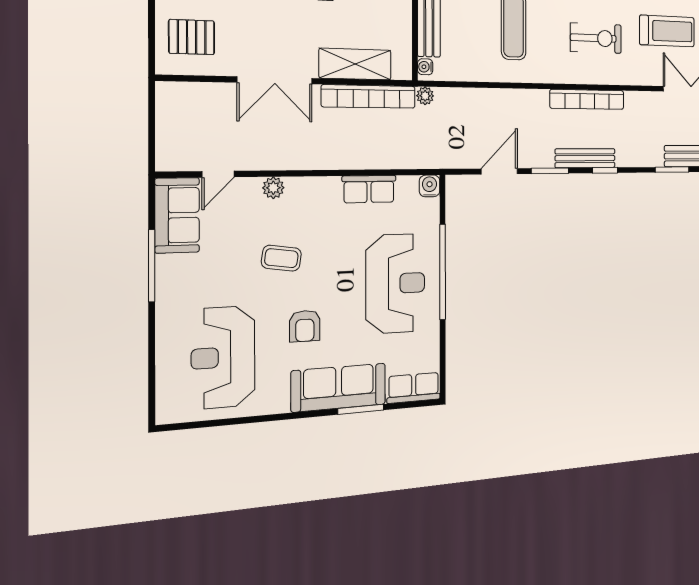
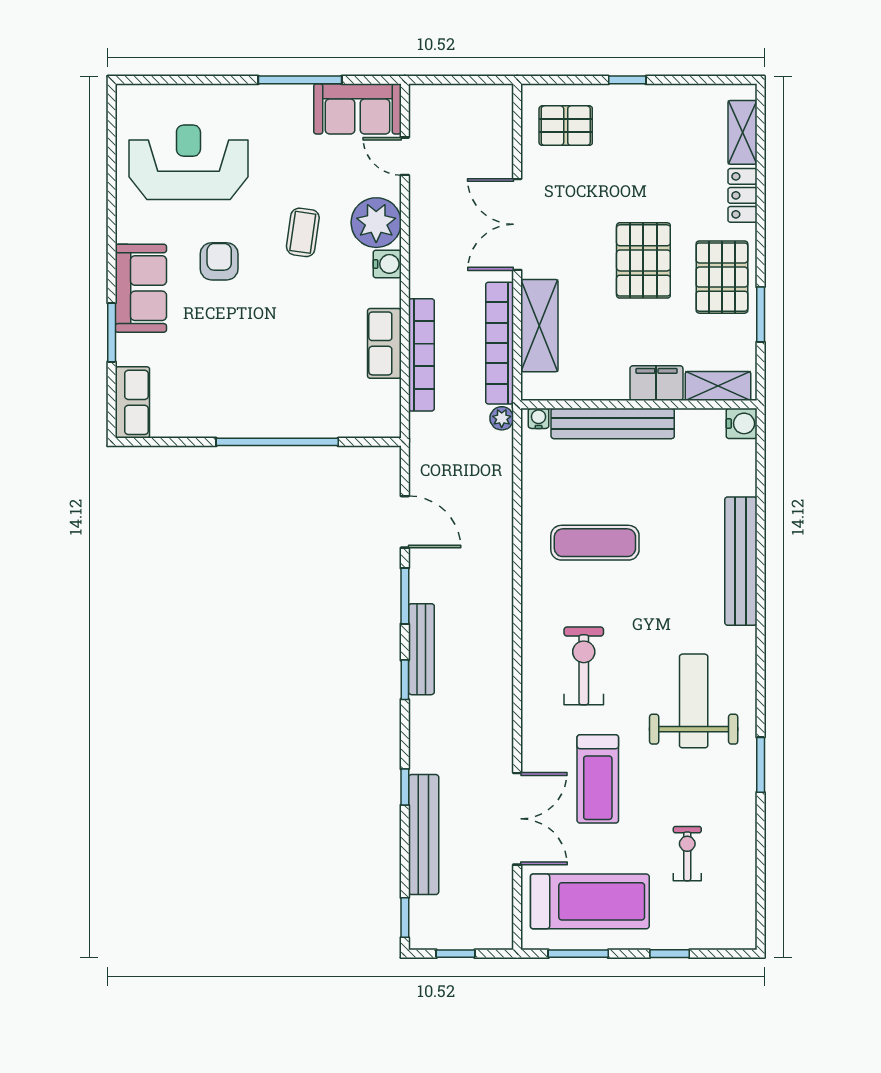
pallet: (192, 37) -> (566, 126), turned 90
exercise bike: (596, 38) -> (584, 666), turned 180
bookcase: (587, 99) -> (421, 355), moved, turned 180
window: (672, 170) -> (405, 787), width x0.67
water cooler: (430, 186) -> (387, 264), moved
plant: (273, 188) -> (376, 223), width x1.87, depth x1.87
reception desk: (395, 283) -> (265, 378), removed
armchair: (305, 326) -> (219, 261), turned 90
sofa: (339, 388) -> (141, 288), width x0.73

